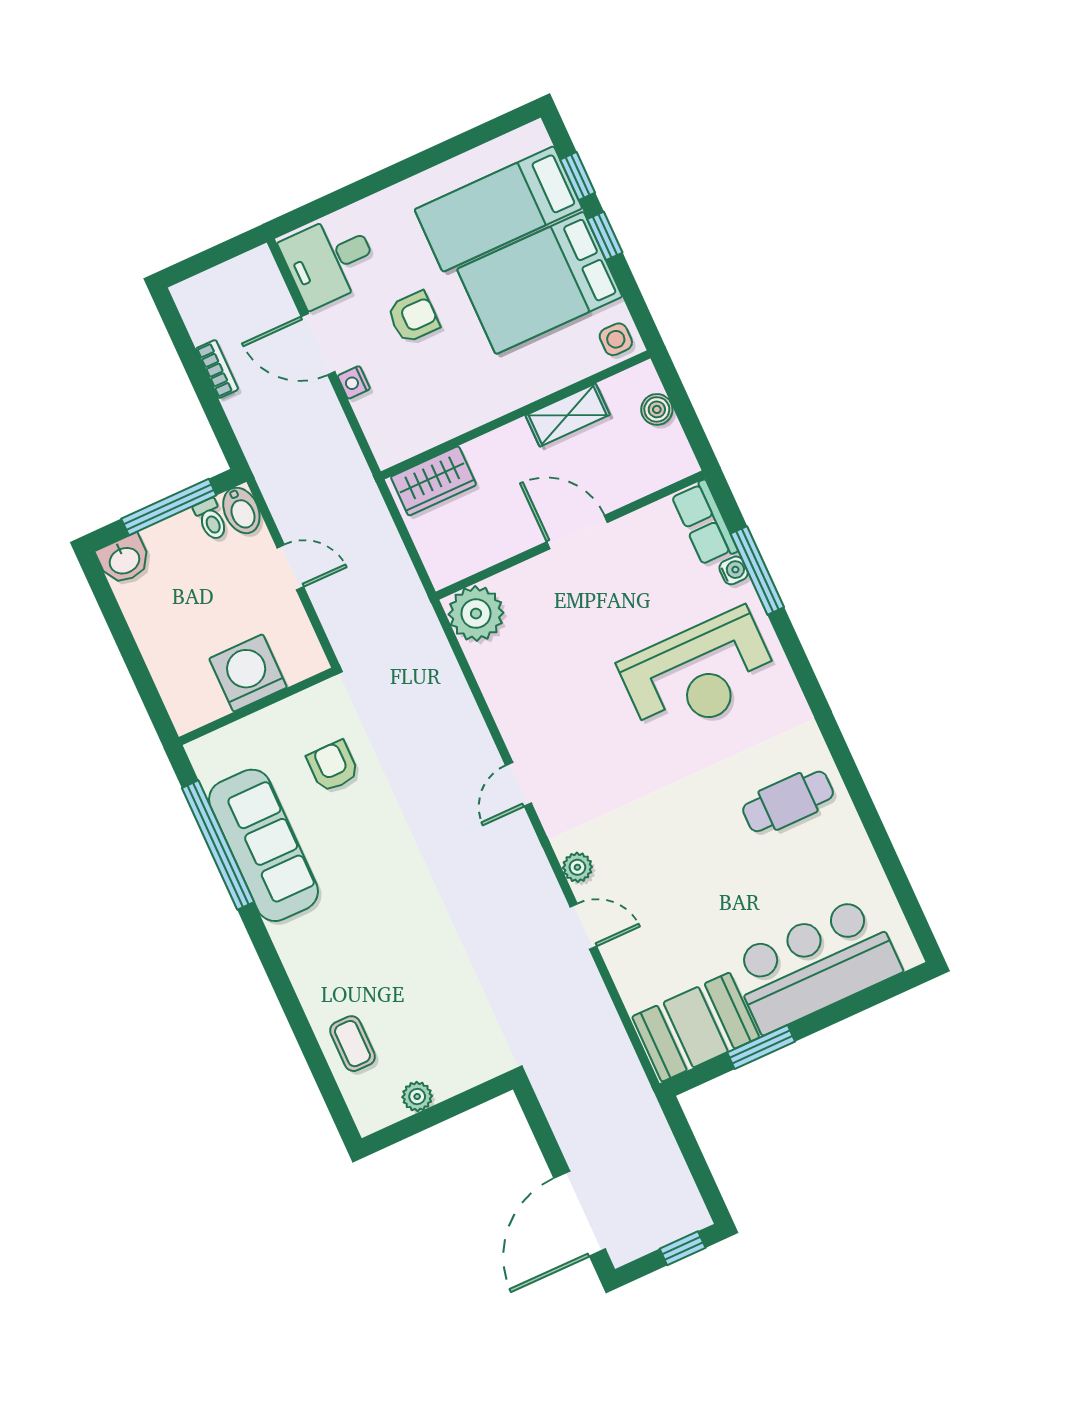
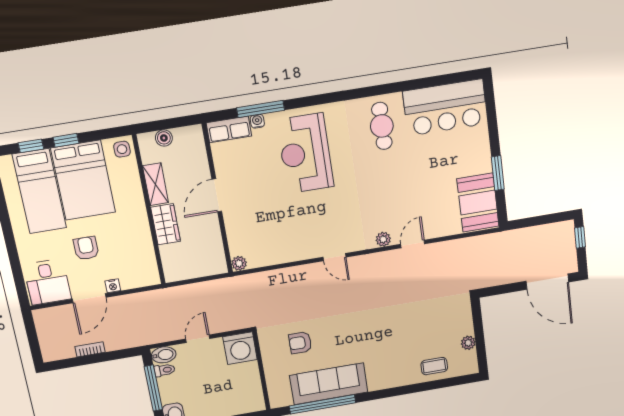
wardrobe: (434, 481) -> (166, 224), moved
plant: (476, 614) -> (239, 263), width x0.53, depth x0.53
washing machine: (248, 673) -> (240, 348), moved, turned -90
reception desk: (699, 674) -> (305, 153), turned 180
bar counter: (815, 965) -> (445, 107), moved, turned -90

